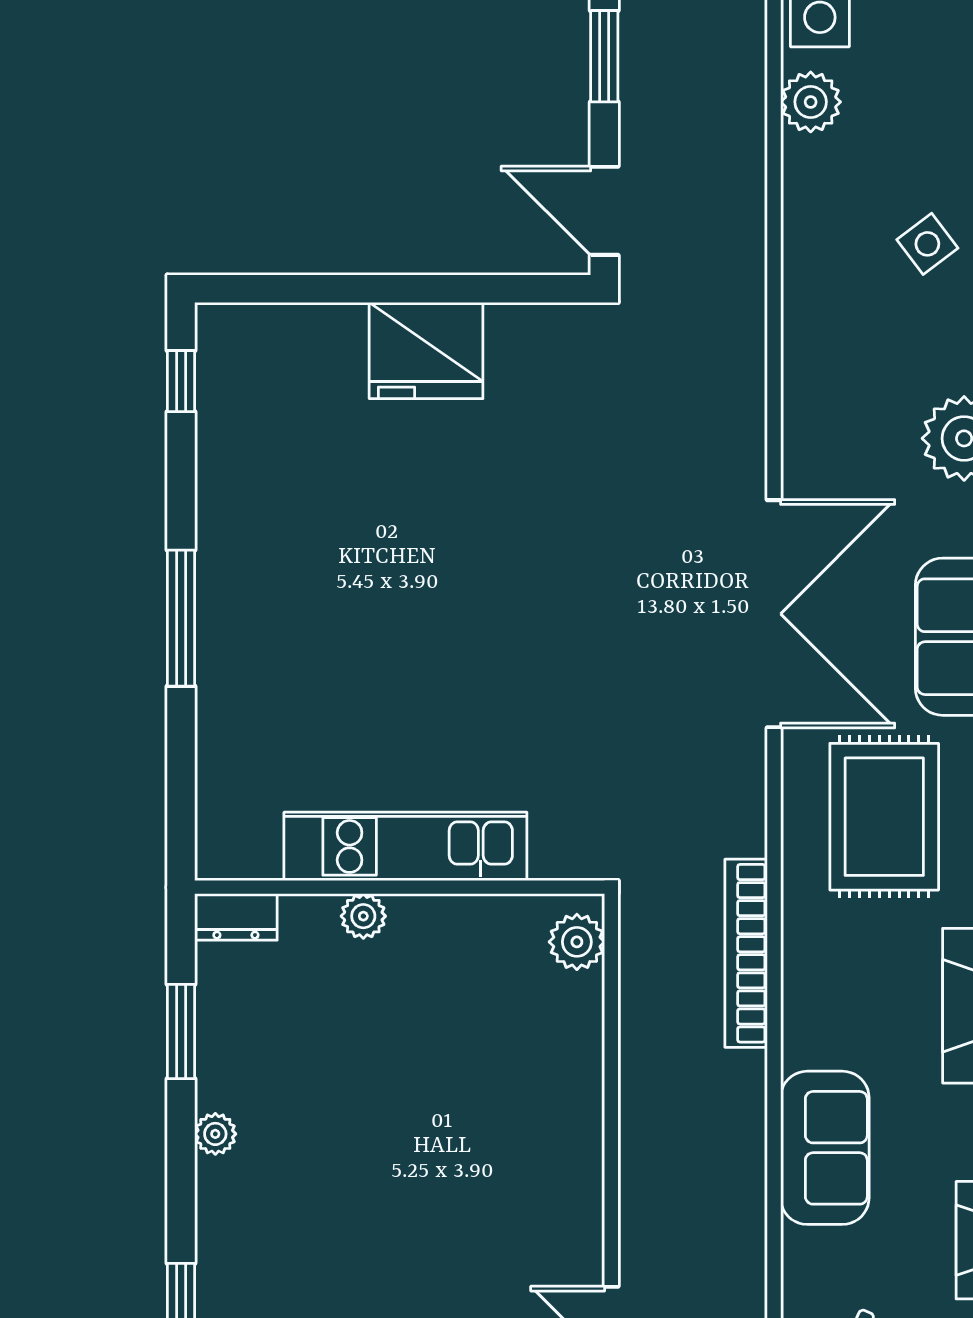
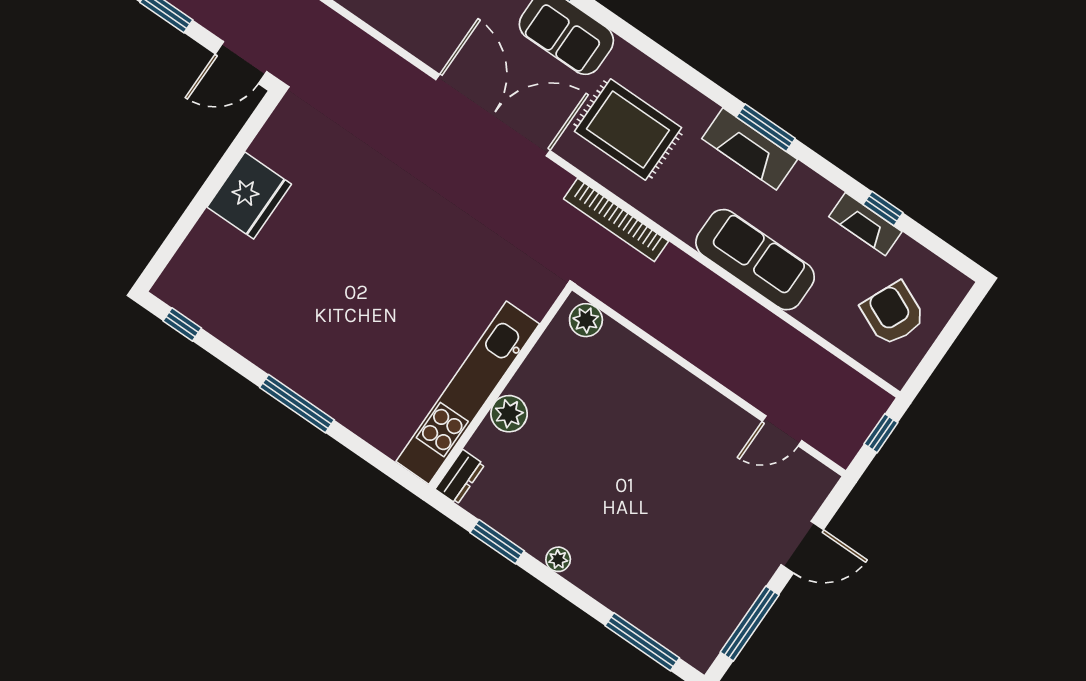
kitchen unit: (405, 846) -> (468, 393), width x1.36
plant: (363, 916) -> (509, 414), width x1.38, depth x1.38
bookcase: (746, 953) -> (616, 220), moved
sofa: (825, 1148) -> (755, 260), width x1.36

